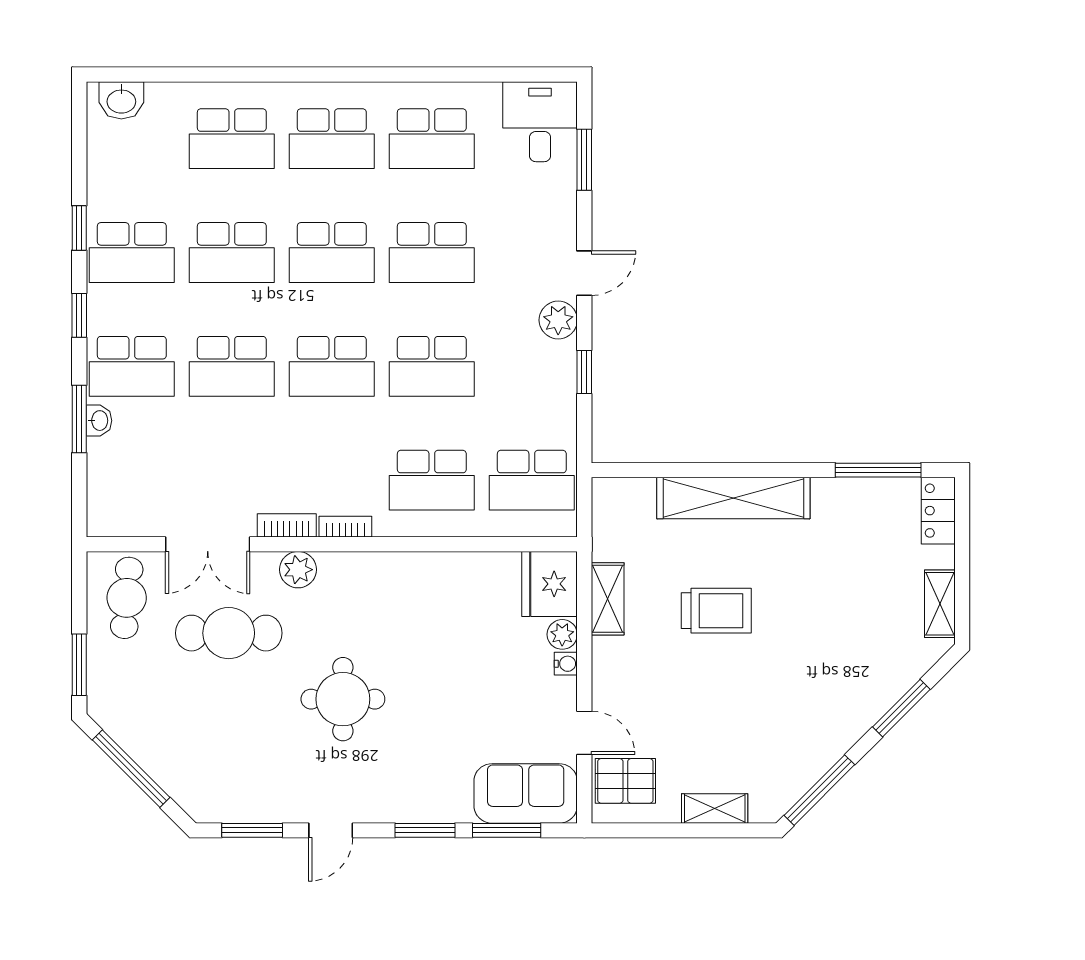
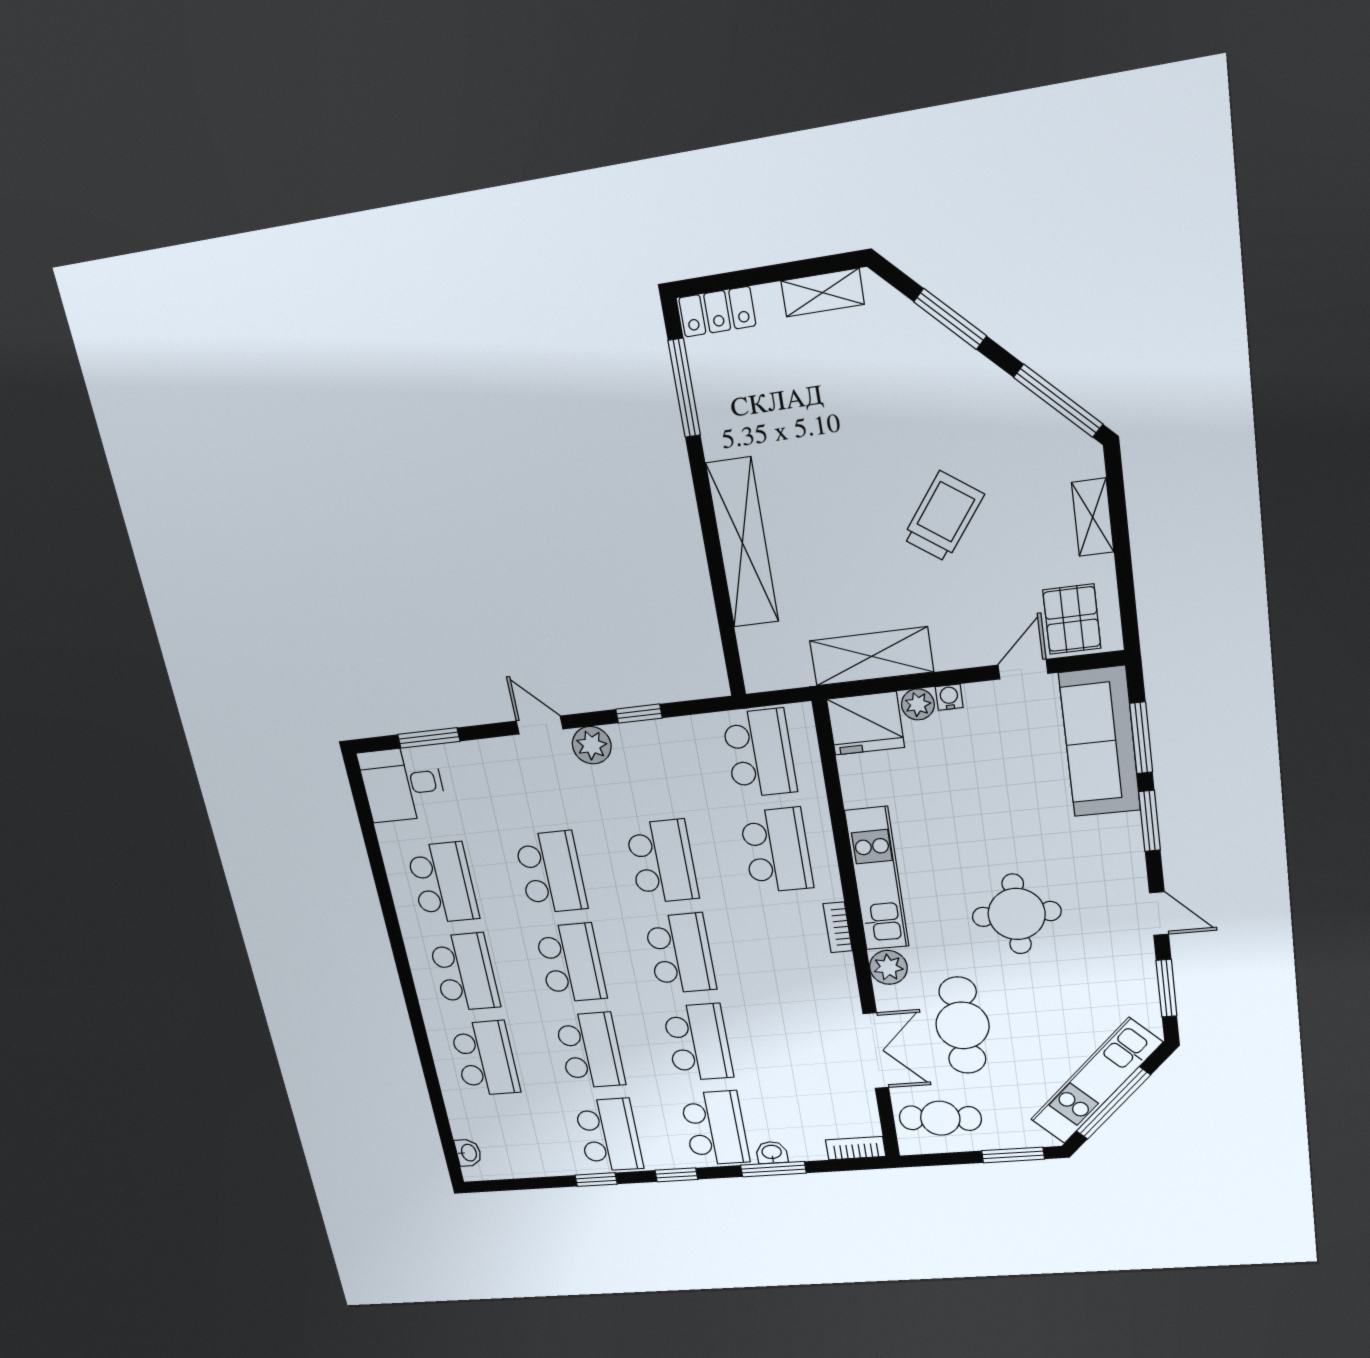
washbasin: (121, 100) -> (468, 1153), width x0.72, depth x0.69
bookcase: (287, 525) -> (856, 1148), moved, turned 90
kitchen unit: (392, 572) -> (877, 879), added
shelving: (608, 599) -> (872, 656), width x1.50, depth x1.33
trolley: (716, 611) -> (943, 517), moved, turned 36
kitchen unit: (157, 755) -> (1096, 1081), added
sofa: (526, 793) -> (1100, 742), width x1.36

